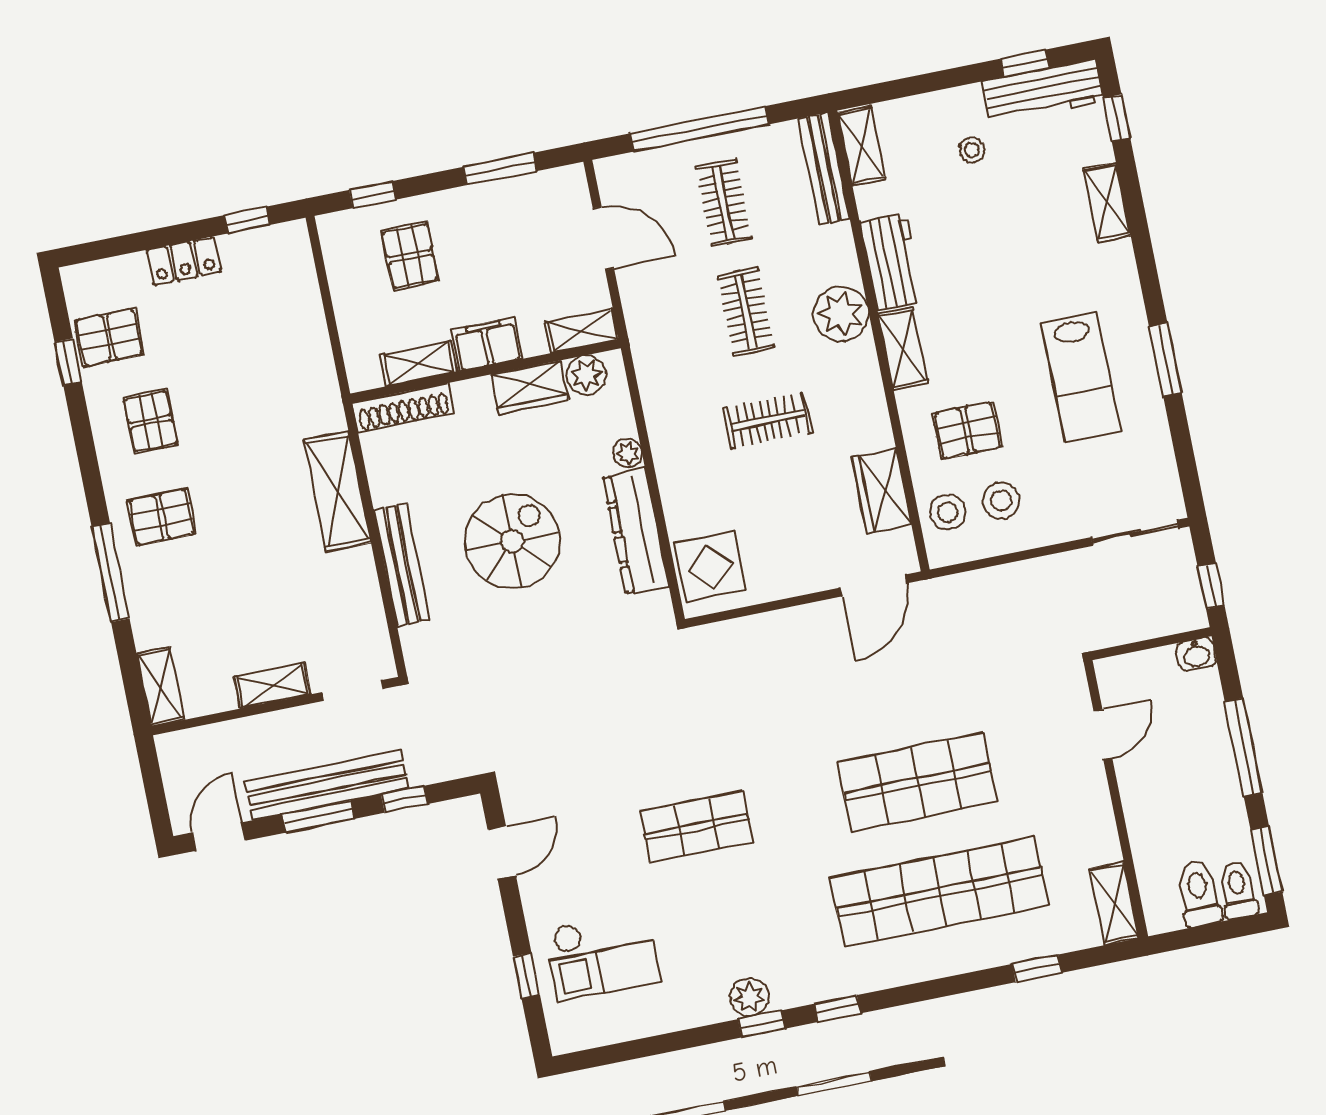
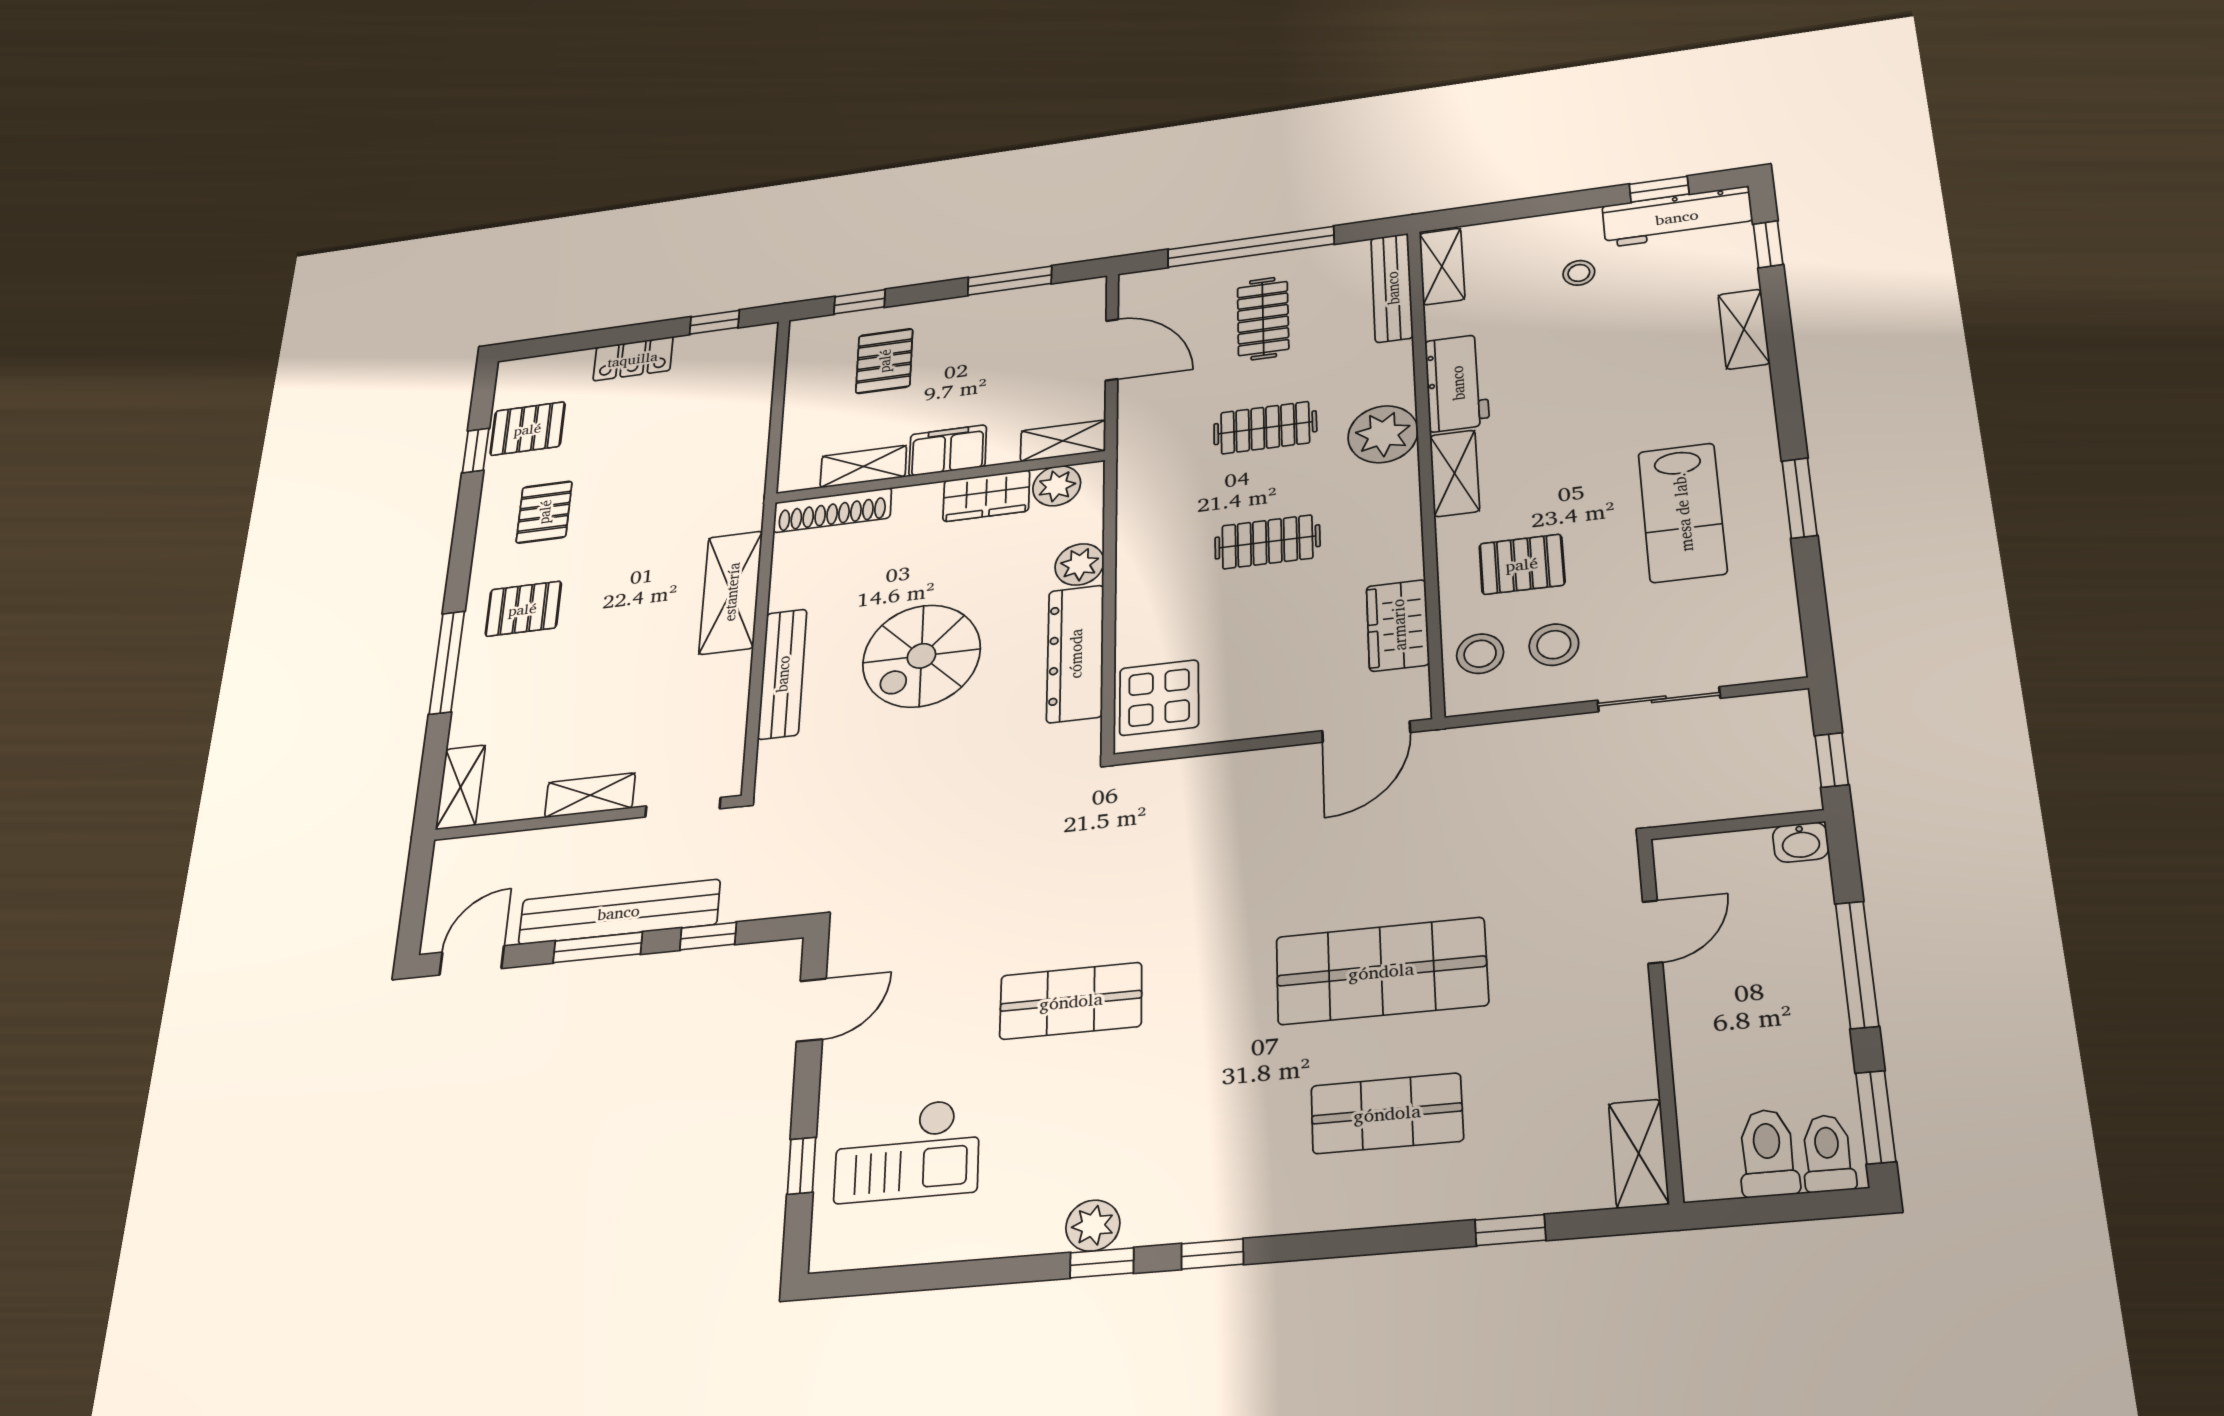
clothes rail: (746, 311) -> (1265, 428), turned 90
plant: (628, 453) -> (1079, 564), width x1.38, depth x1.38
sliding door: (1135, 533) -> (1659, 699), moved
spiral stairs: (512, 541) -> (921, 656), turned 180
shop shelf: (940, 892) -> (1387, 1113), width x0.50, depth x0.74

